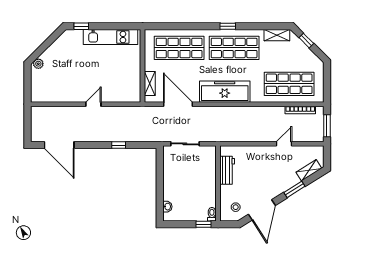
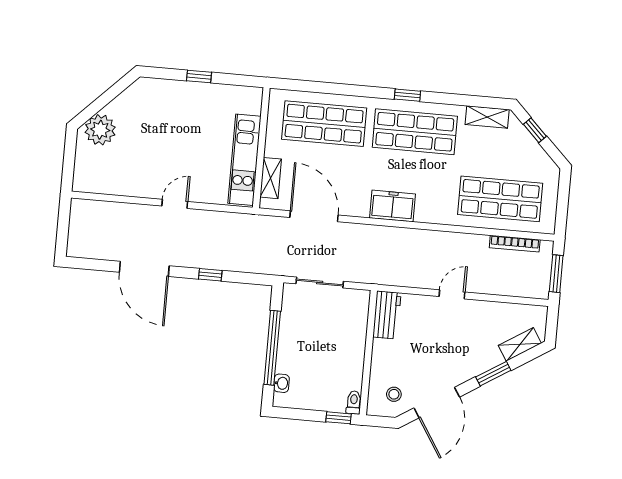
window: (81, 26) -> (199, 77), moved
kitchen unit: (110, 37) -> (244, 160), moved, turned 90
plant: (38, 64) -> (100, 130), width x1.87, depth x1.87
freezer: (225, 92) -> (392, 206), width x0.52, depth x0.79
door: (284, 144) -> (452, 294), moved
door: (59, 145) -> (144, 269), moved
workbench: (227, 170) -> (387, 315), moved
window: (160, 186) -> (272, 348), added

